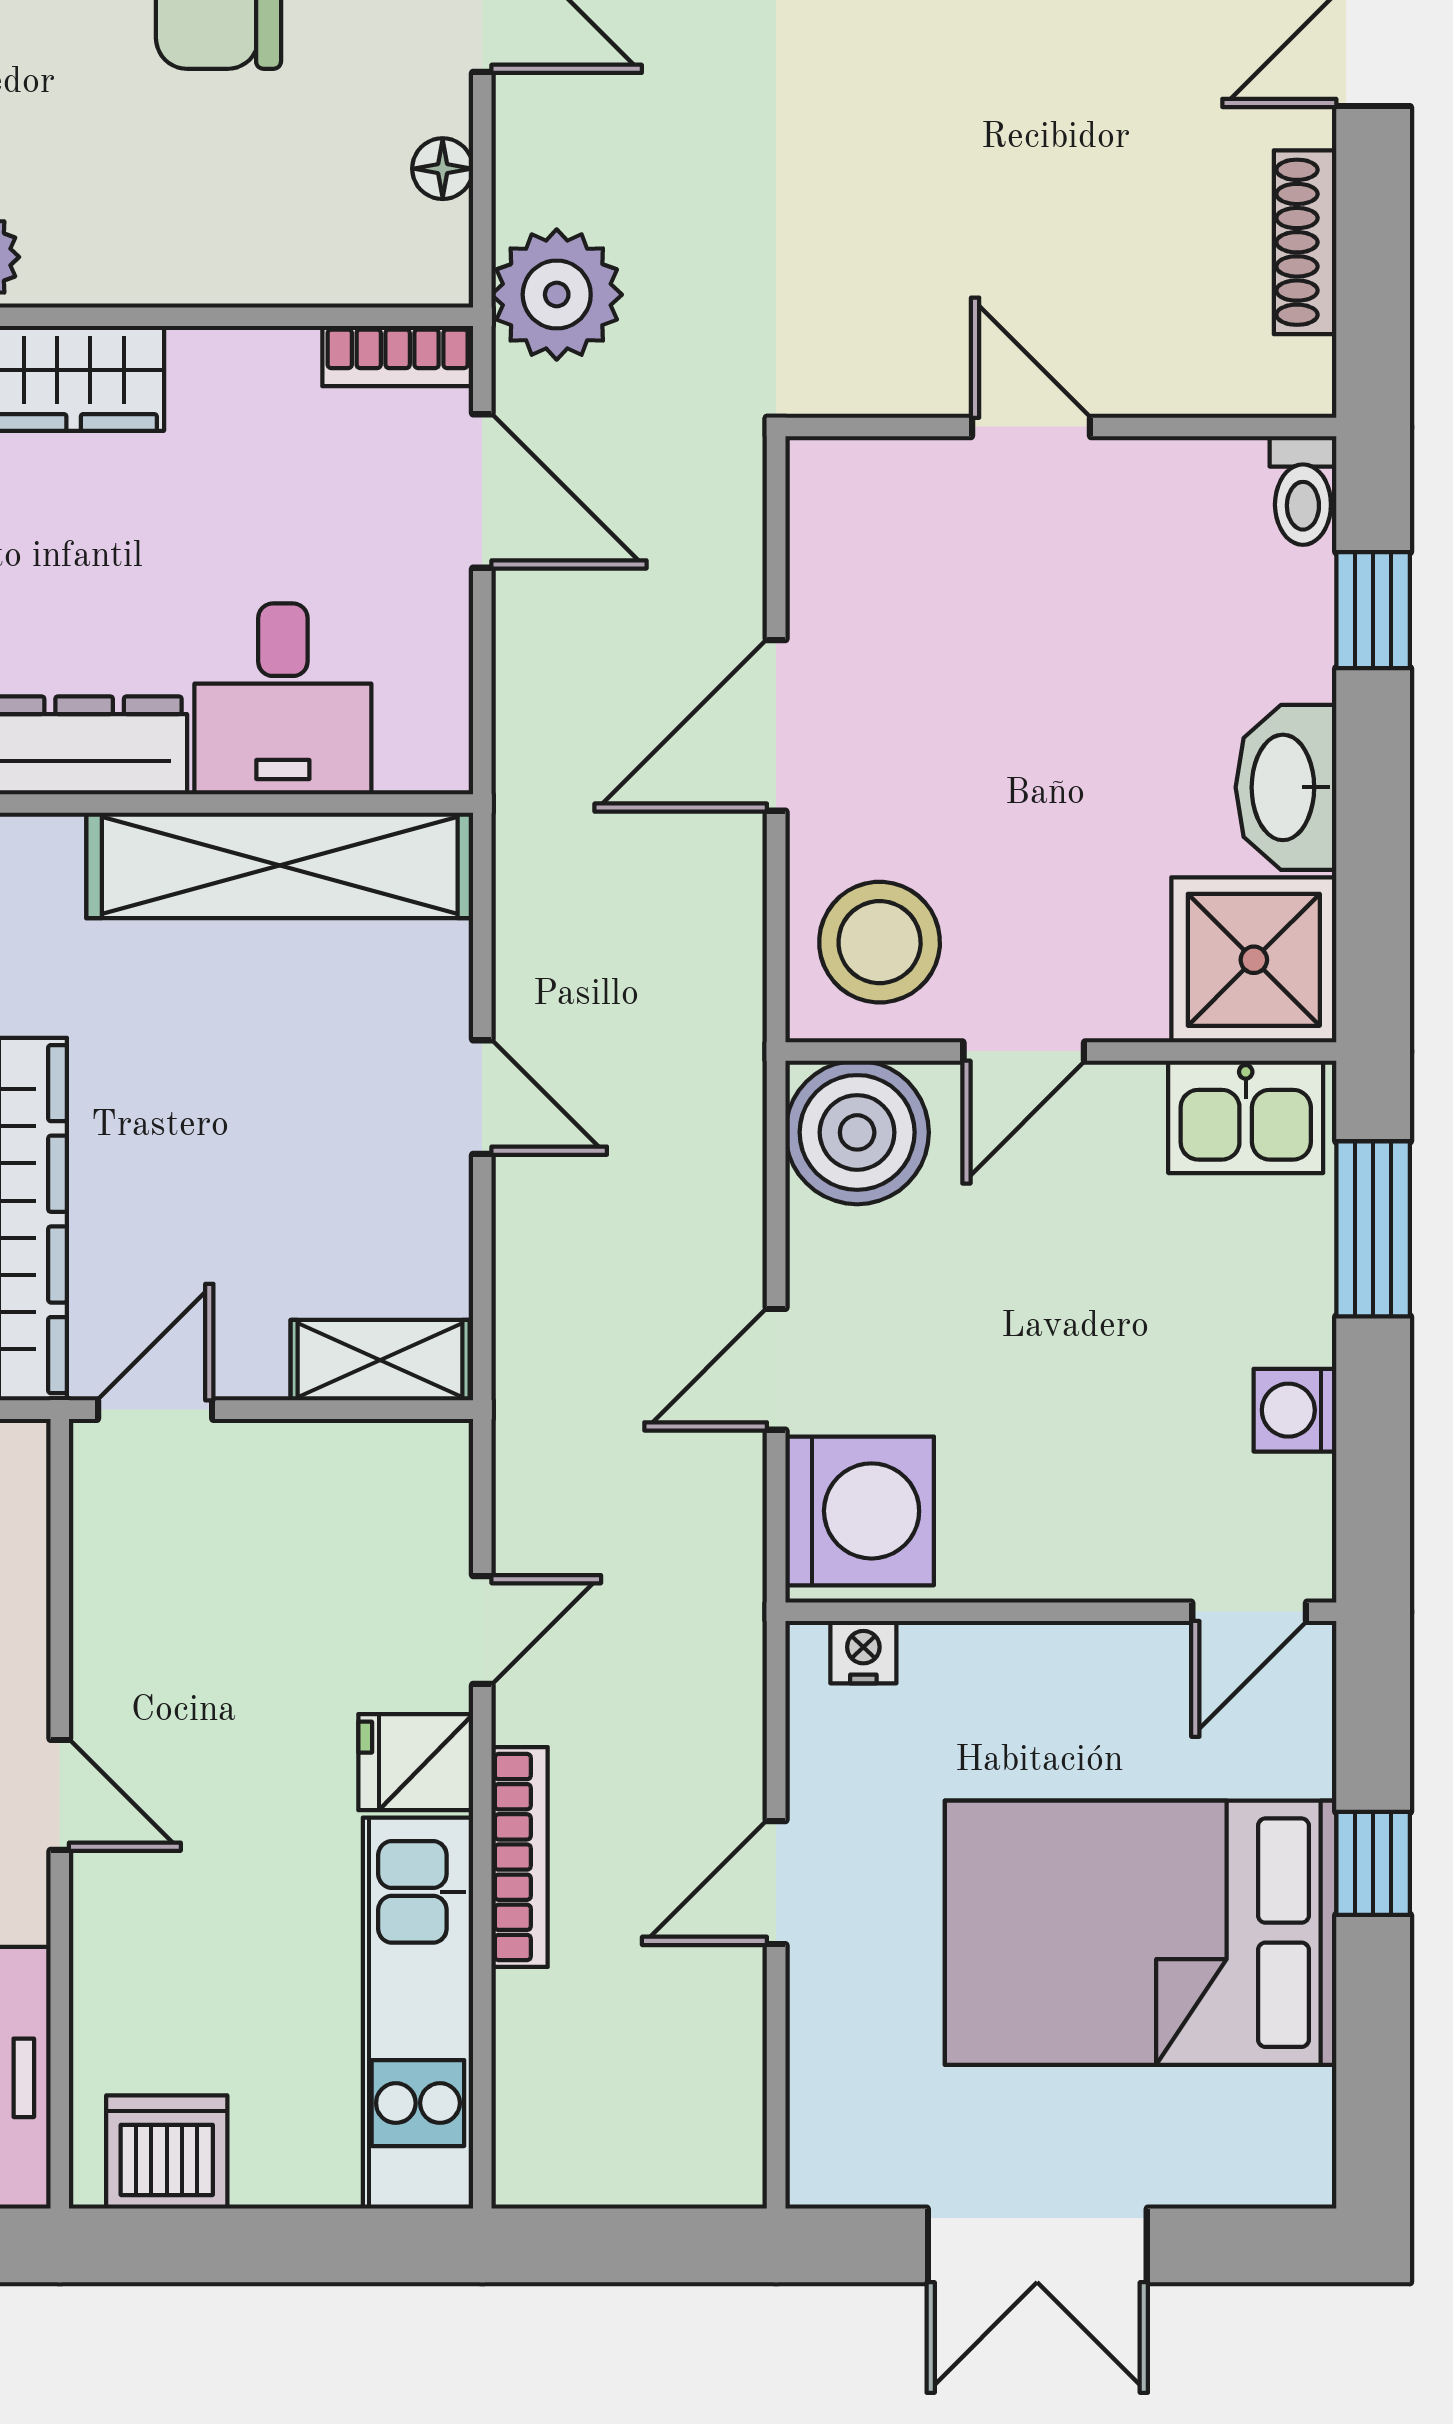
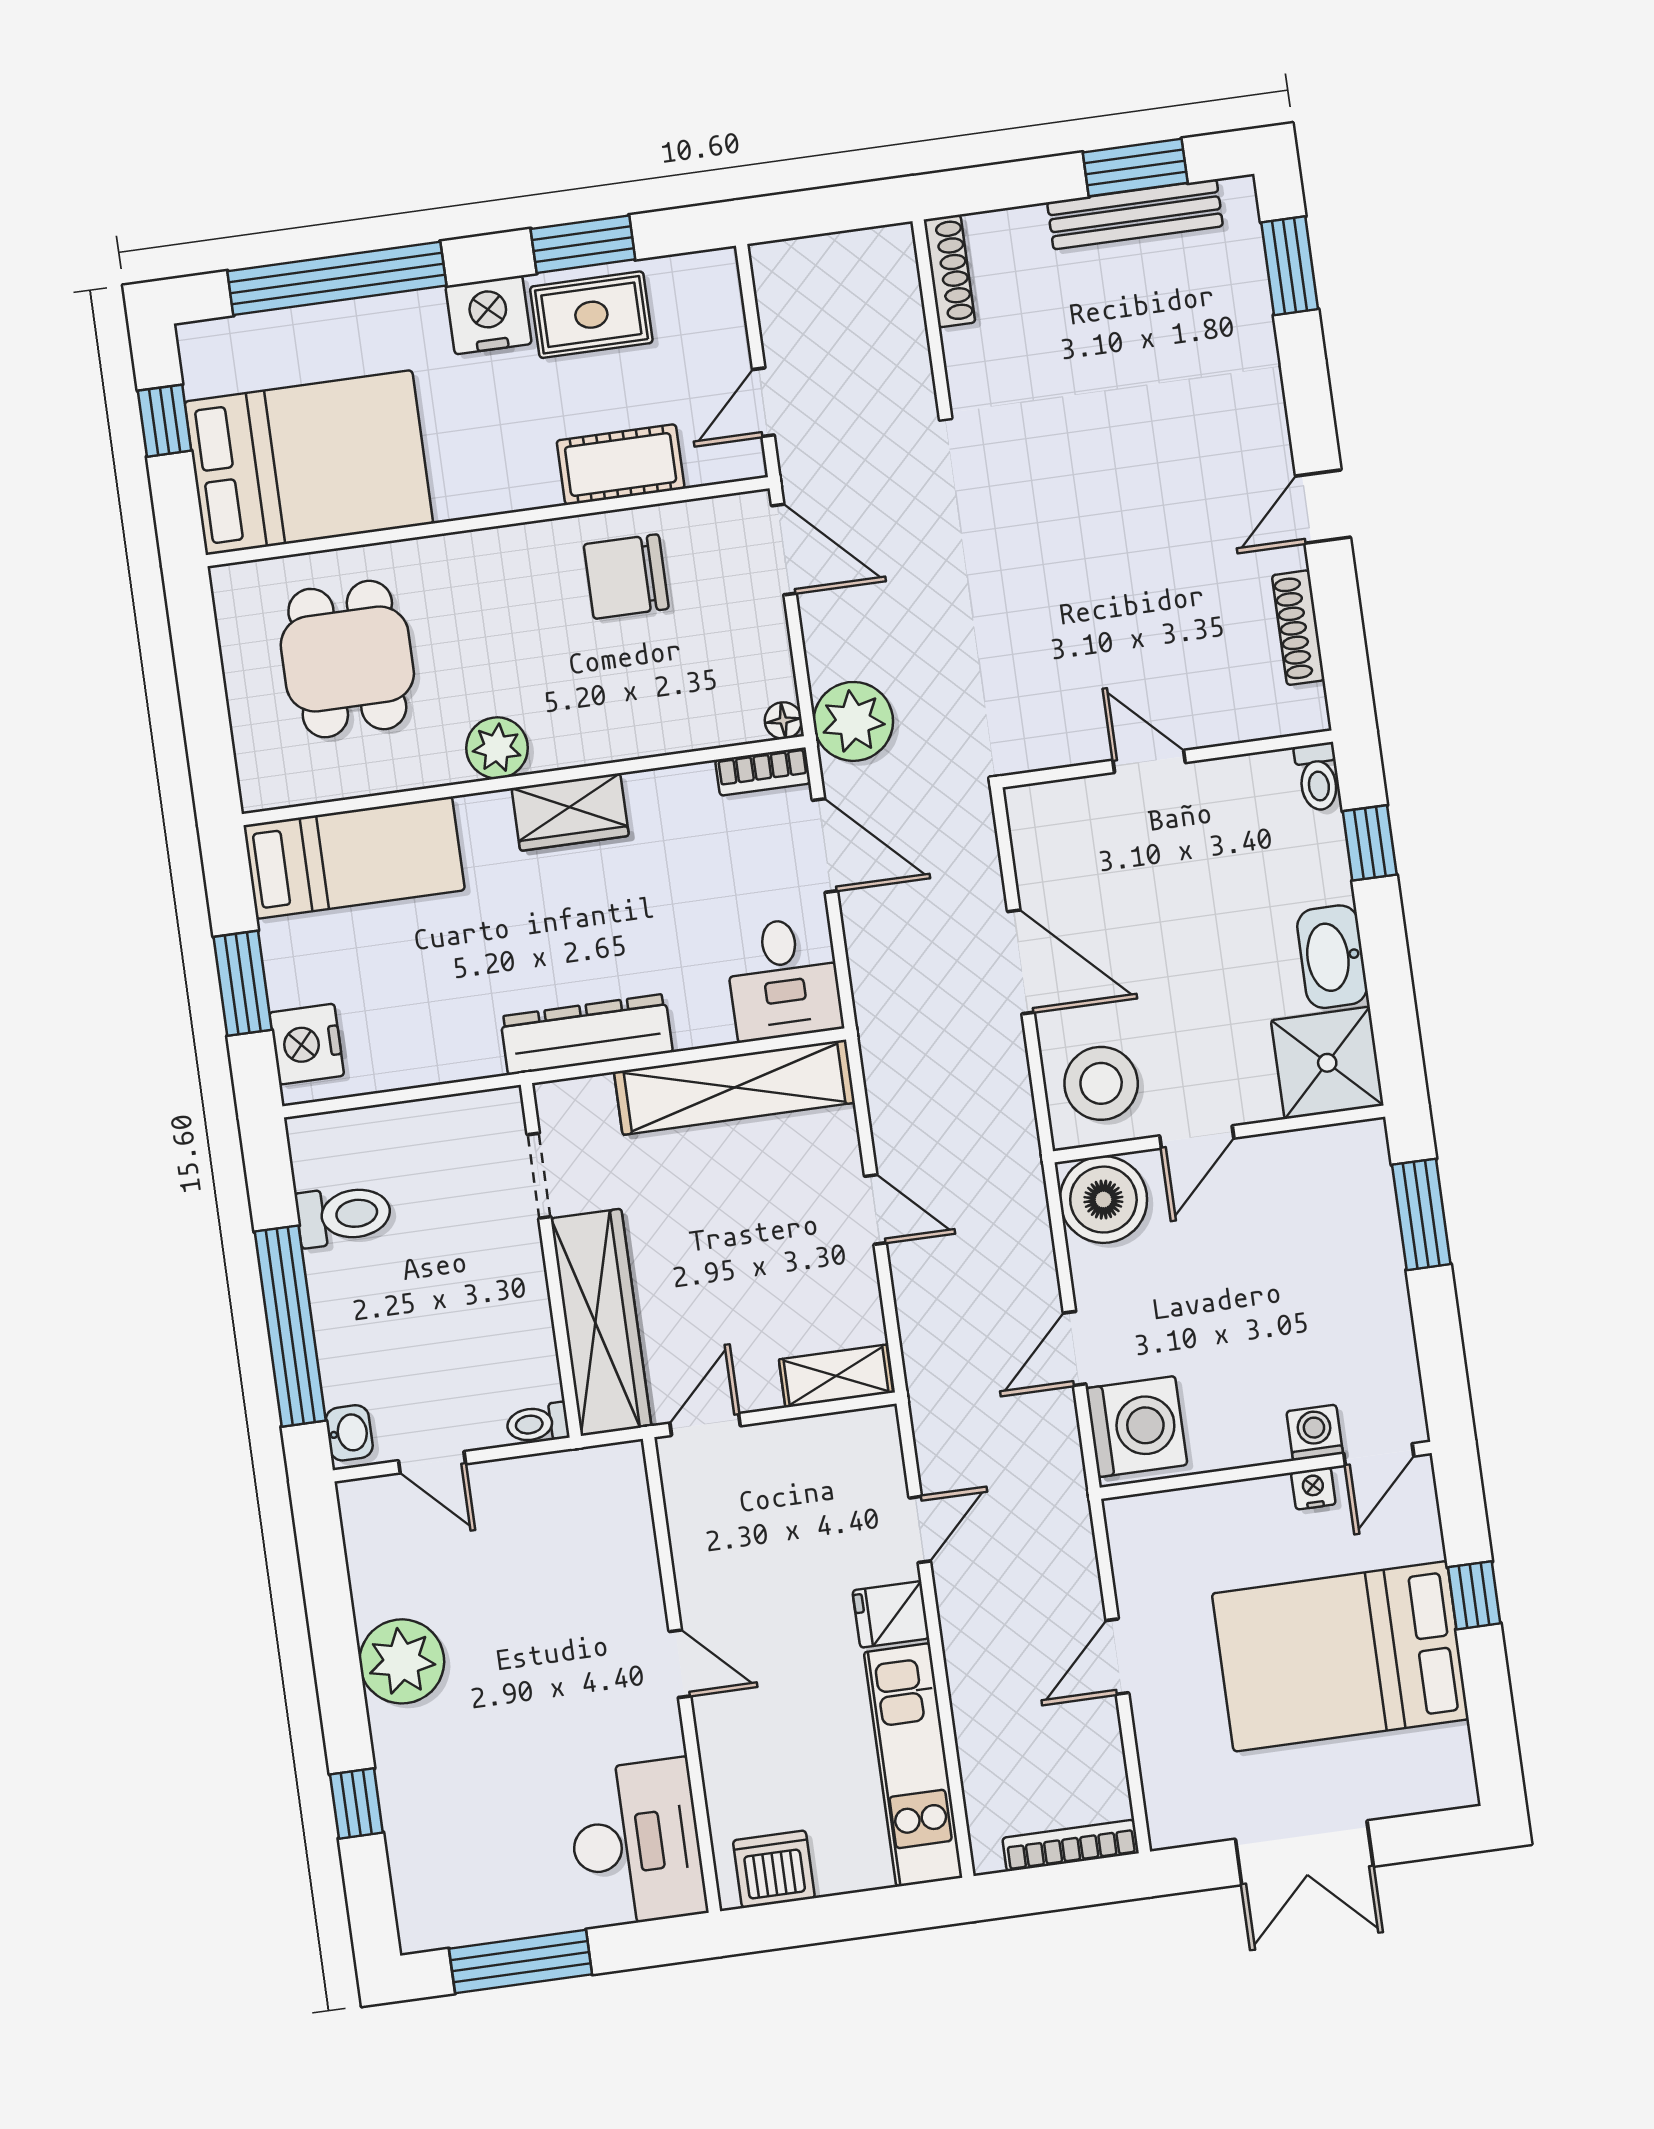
floor lamp: (443, 169) -> (783, 721), moved
desk: (283, 699) -> (784, 979), moved
door: (776, 725) -> (1021, 962), swing flipped
kitchen sink: (1246, 1117) -> (1335, 1158), removed
washing machine: (1295, 1410) -> (1315, 1433), moved, turned 90
nightstand: (863, 1652) -> (1313, 1488), moved
bookcase: (520, 1857) -> (1071, 1845), moved, turned -90

